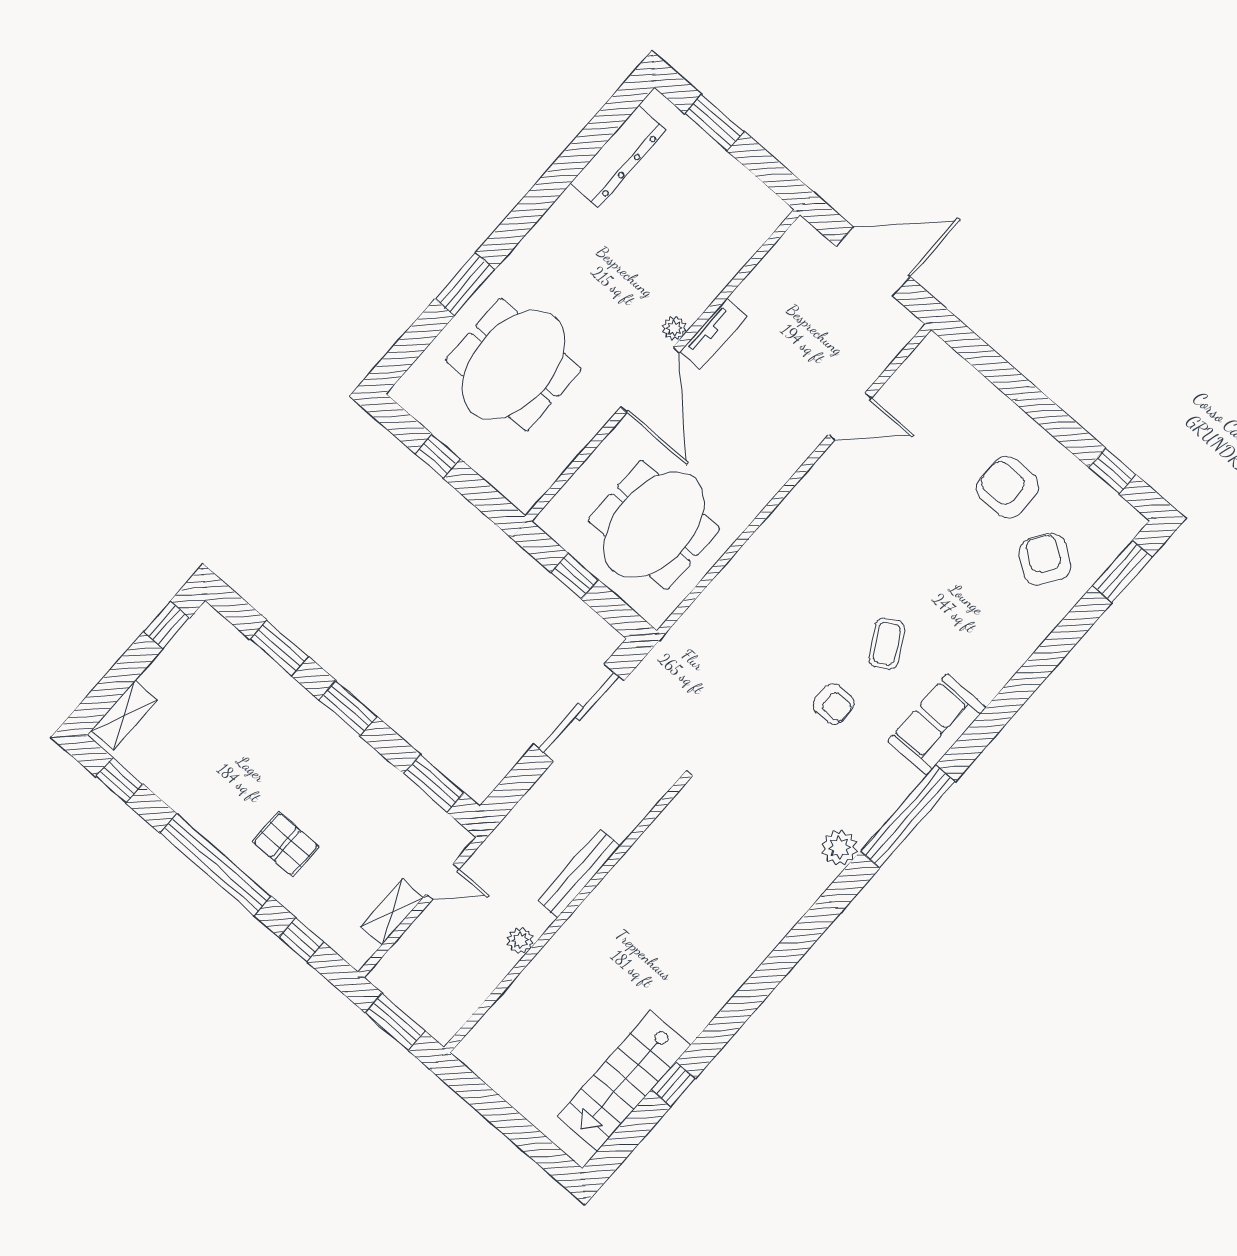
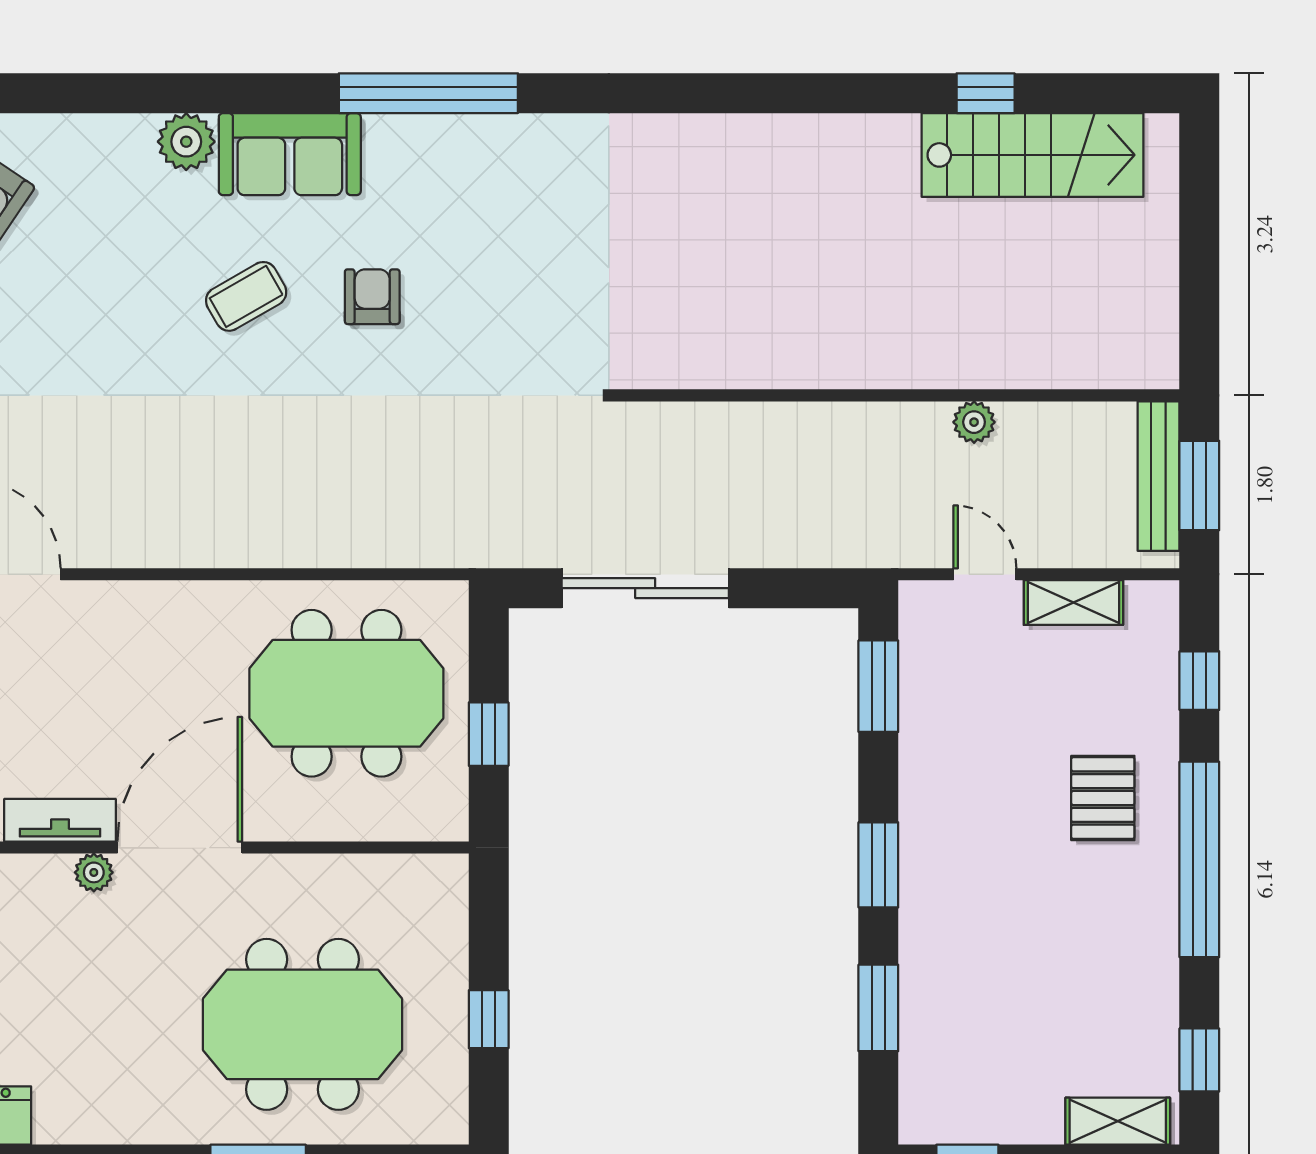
plant: (839, 848) -> (186, 142), moved
bench: (579, 873) -> (1158, 476), moved, turned 90

